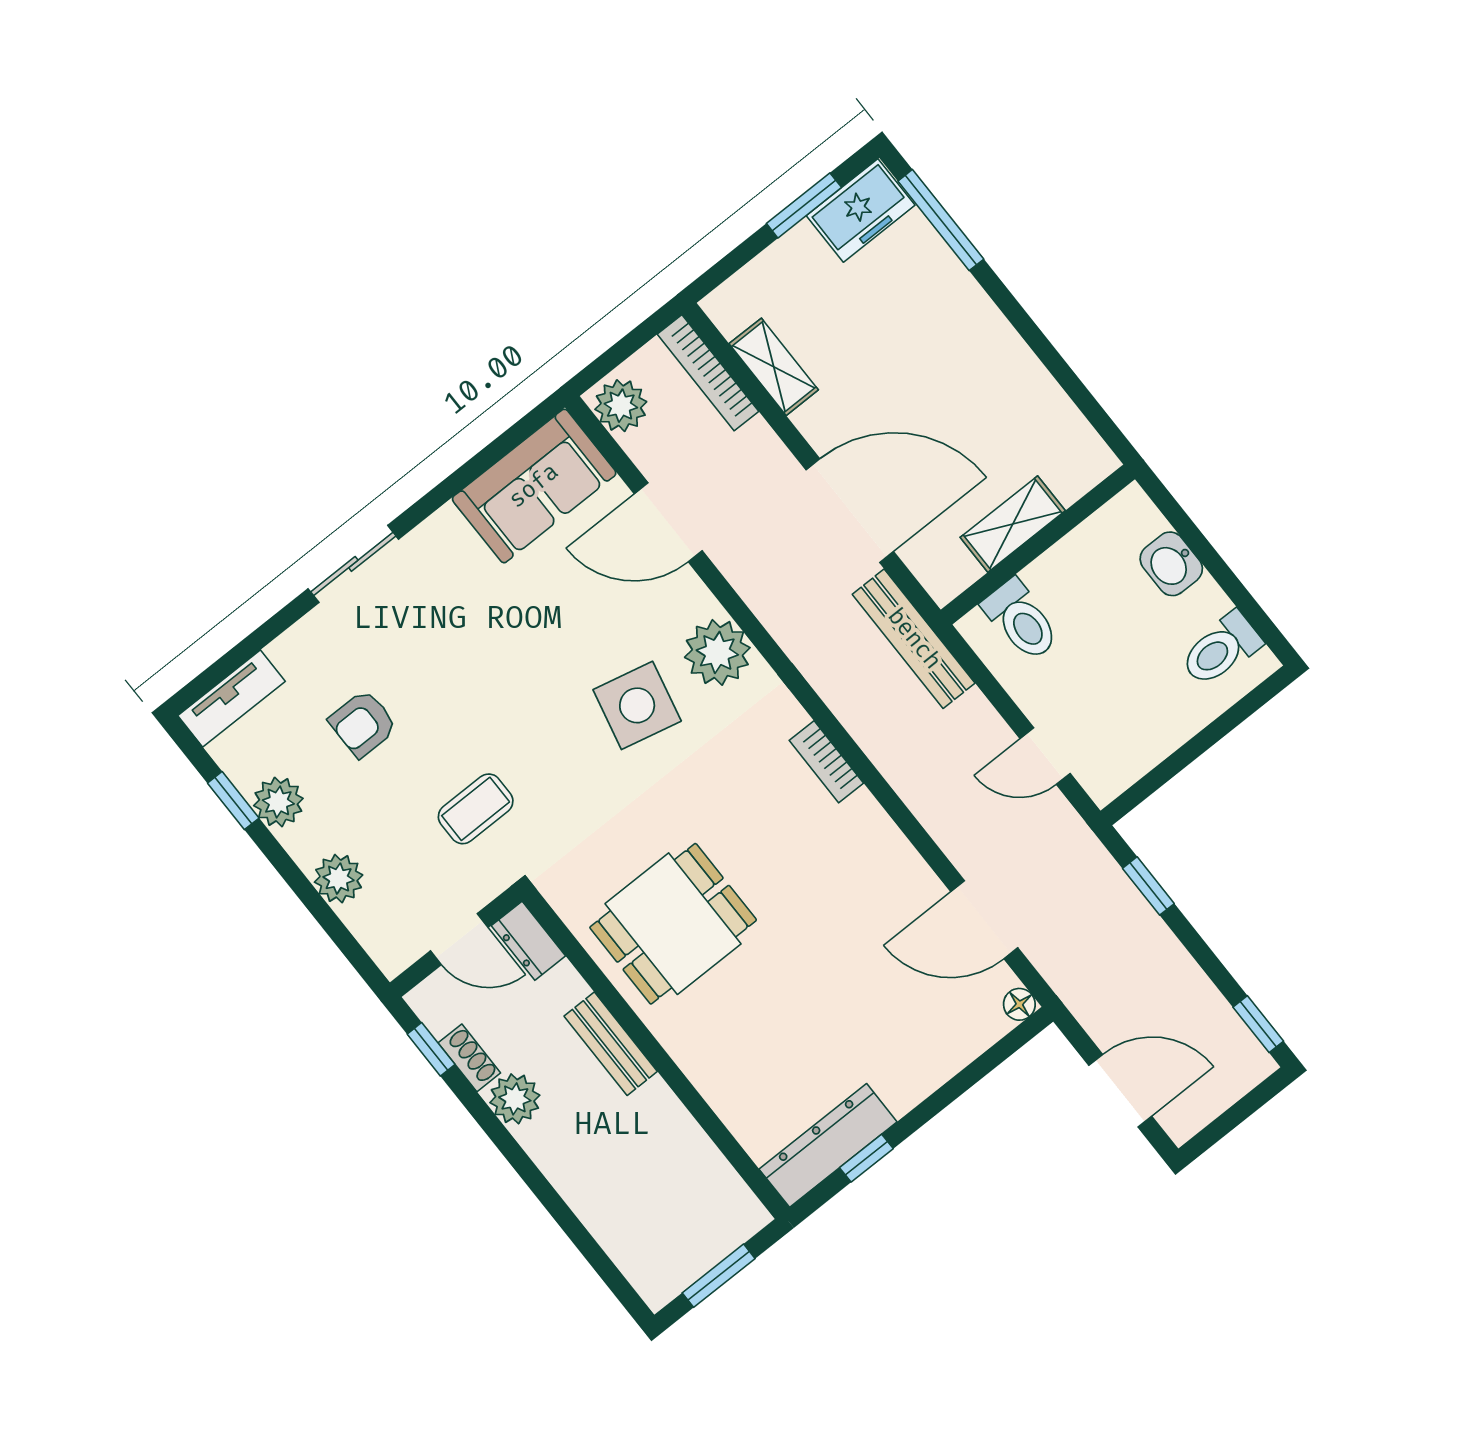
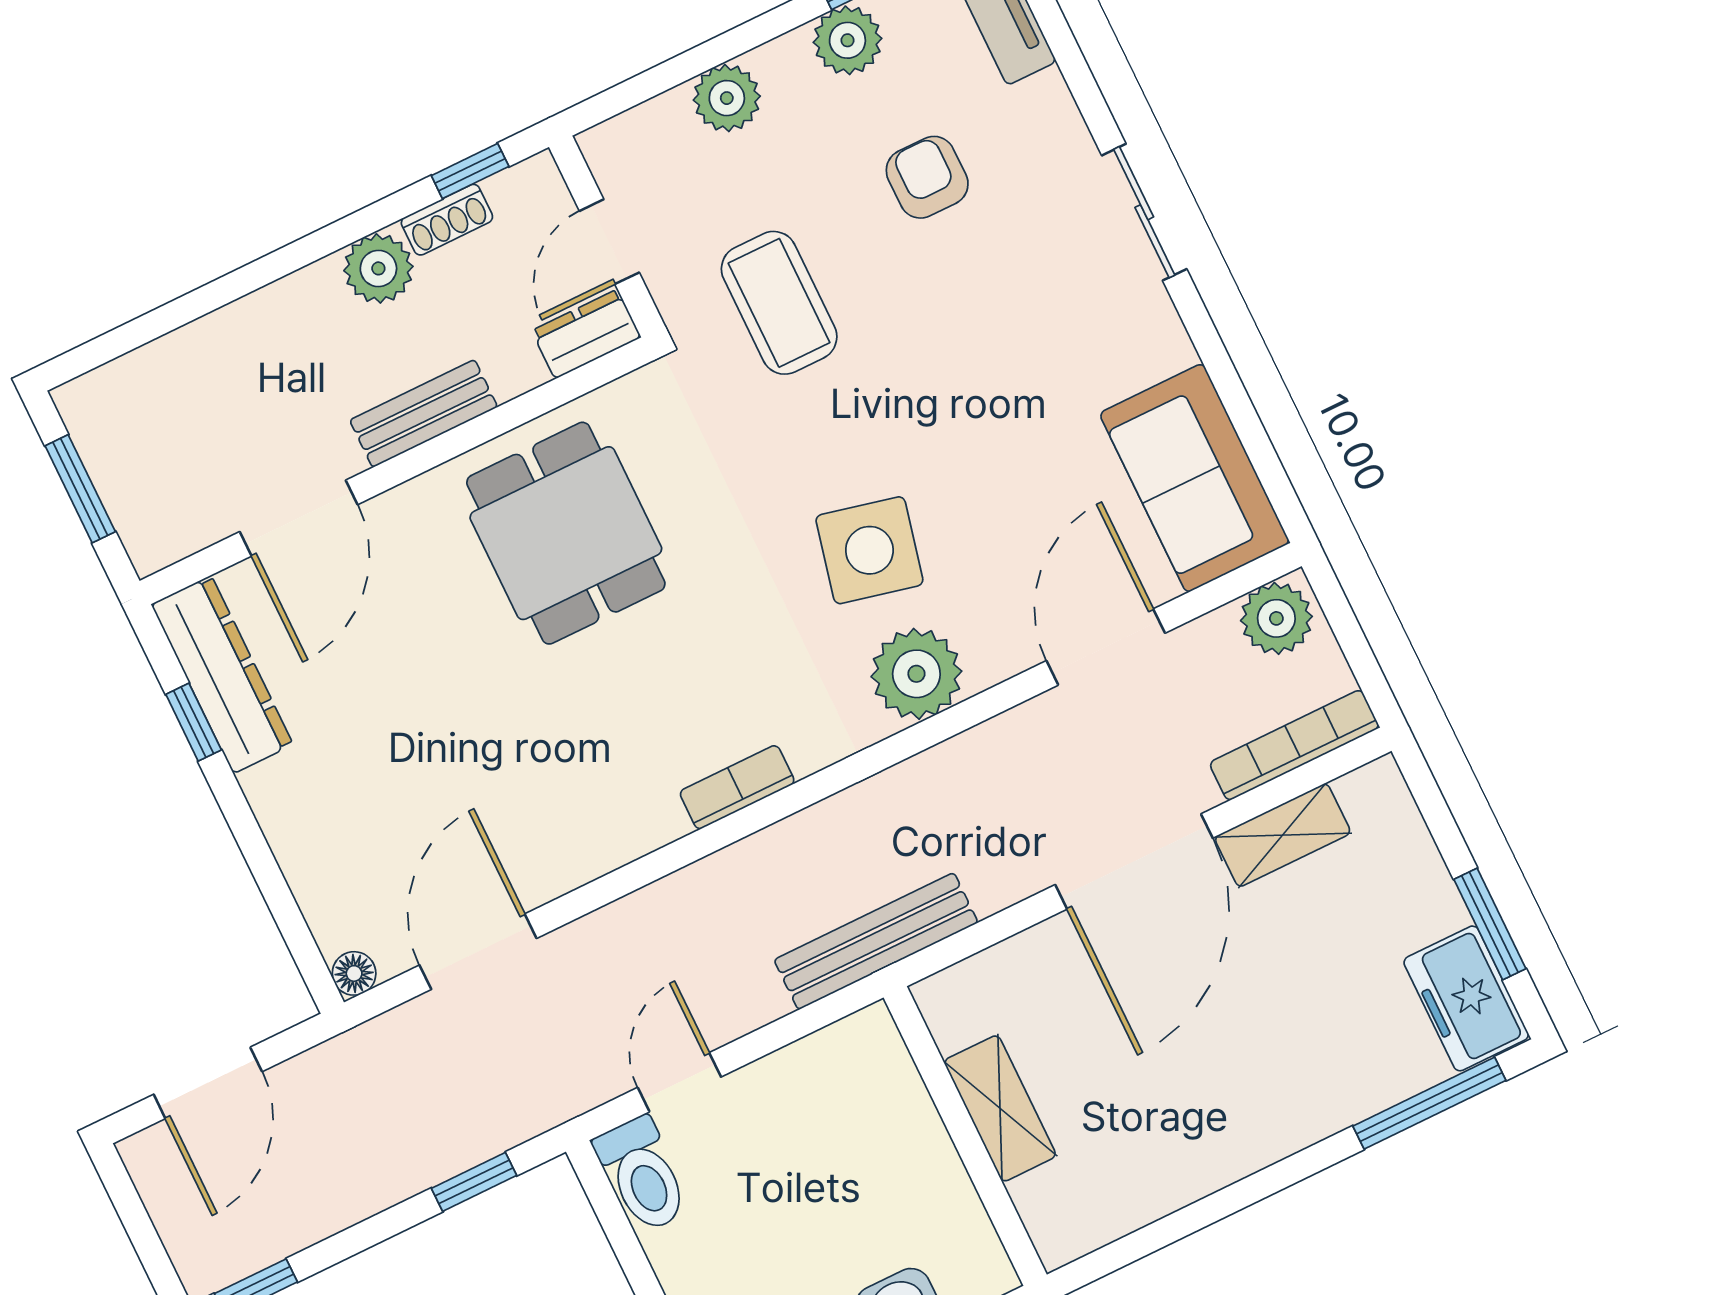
door: (850, 511) -> (1134, 861), moved
toilet: (1021, 620) -> (642, 1175), moved, turned -90
coffee table: (476, 809) -> (779, 303), width x1.36, depth x1.30
door: (705, 1116) -> (299, 518), added

